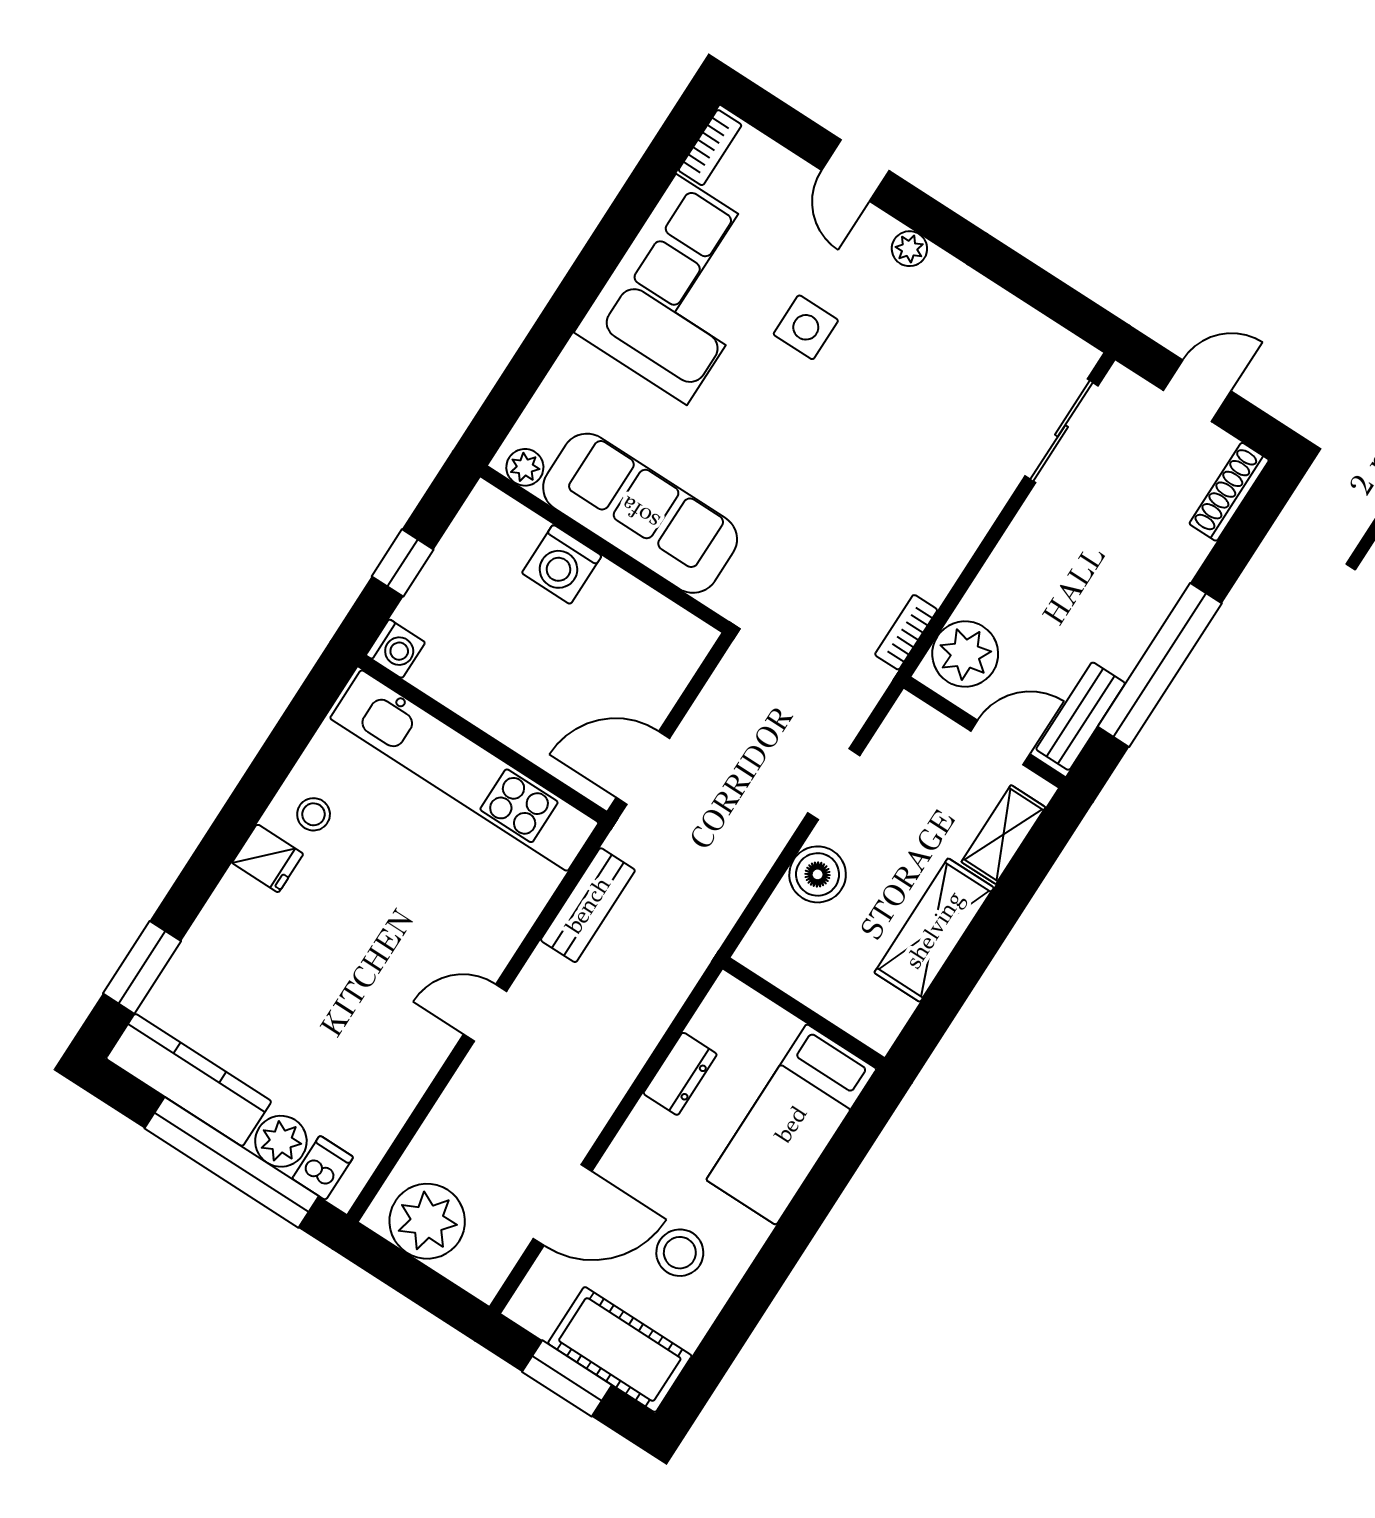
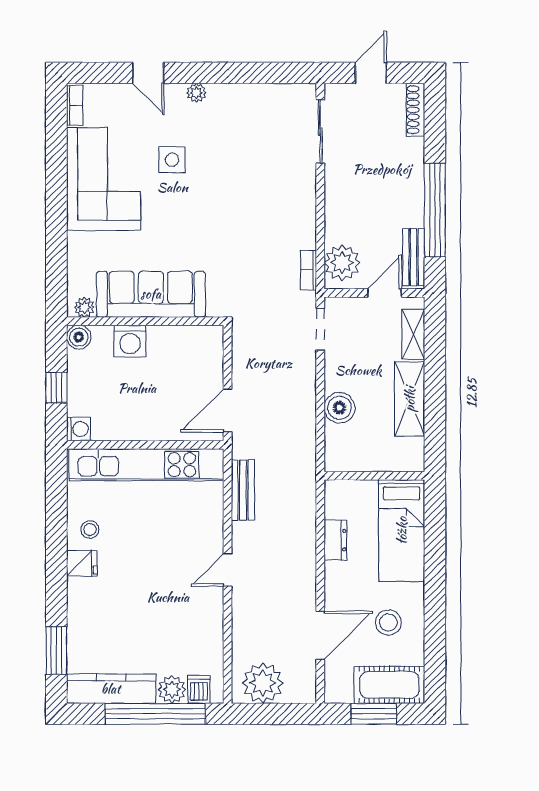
boiler: (487, 508) -> (79, 337), added
doorway: (834, 784) -> (320, 329), moved

